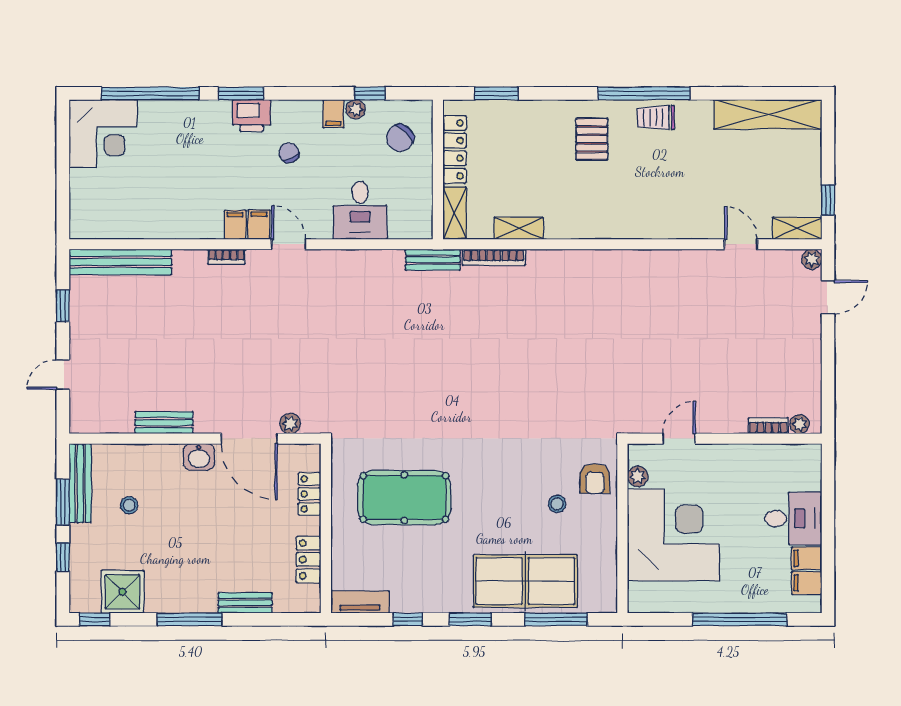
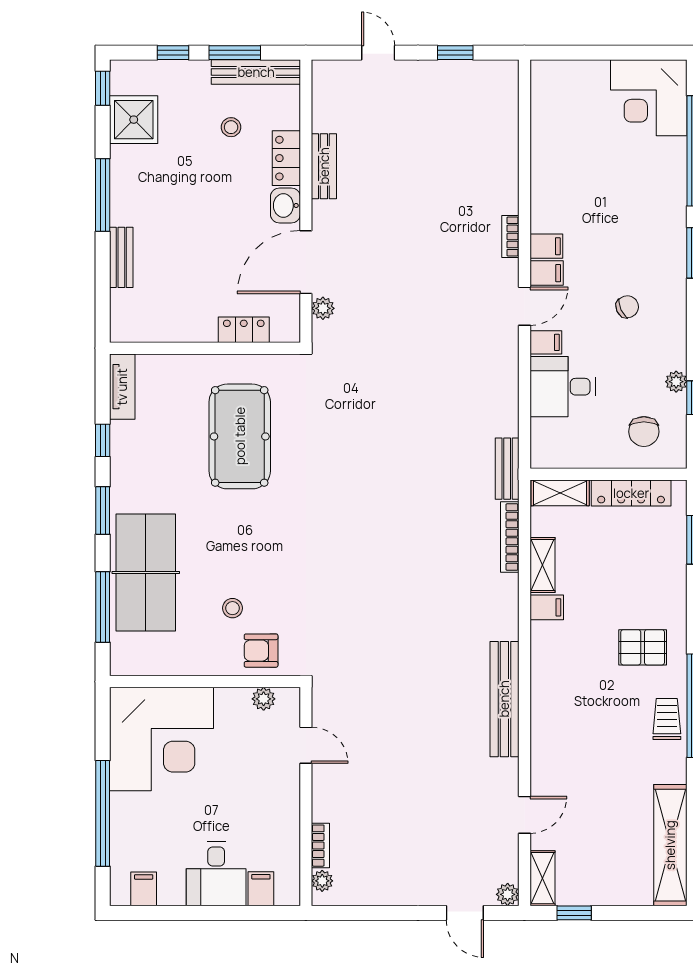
filing cabinet: (333, 114) -> (546, 342), moved, turned 180
printer: (252, 116) -> (669, 265), removed
chair: (400, 138) -> (644, 432), turned -134
filing cabinet: (556, 224) -> (547, 607), added
bench: (120, 262) -> (504, 699), moved
corner desk: (673, 535) -> (162, 739), moved
filing cabinet: (807, 558) -> (261, 889), moved
locker: (308, 559) -> (286, 158), moved, turned -90

